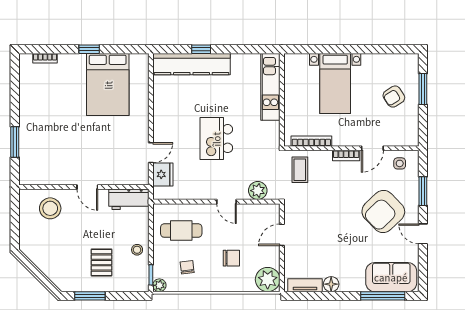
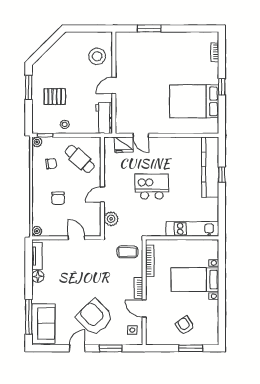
cafe table: (181, 231) -> (80, 159), turned -48
plant: (268, 280) -> (37, 231), width x0.53, depth x0.53

